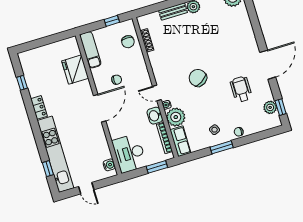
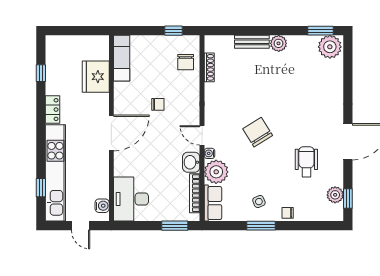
exam couch: (90, 50) -> (122, 58), moved
fridge: (75, 70) -> (96, 77), moved
wall: (99, 105) -> (111, 128), moved
door: (100, 108) -> (111, 133), moved
desk: (129, 153) -> (131, 199), moved
water cooler: (109, 165) -> (102, 206), moved

